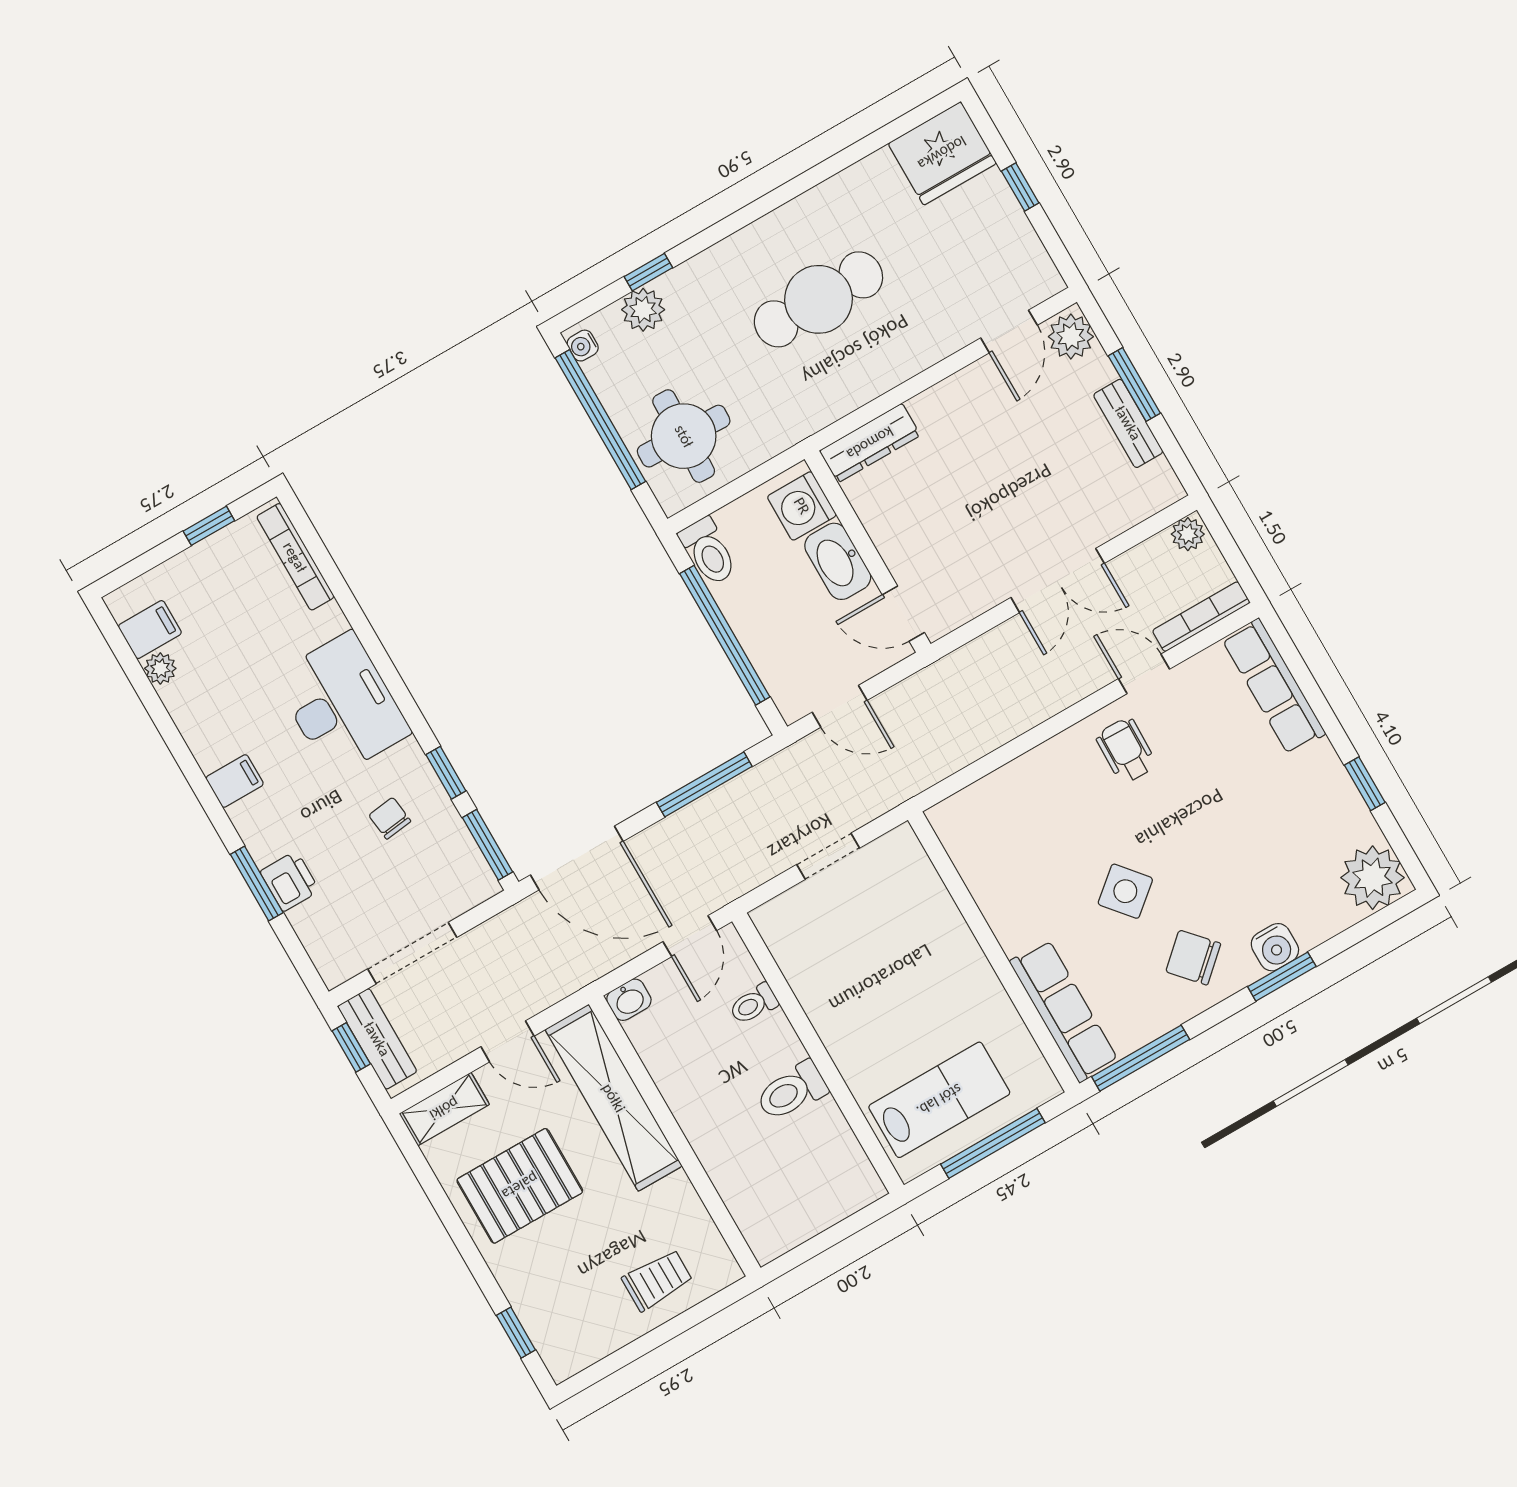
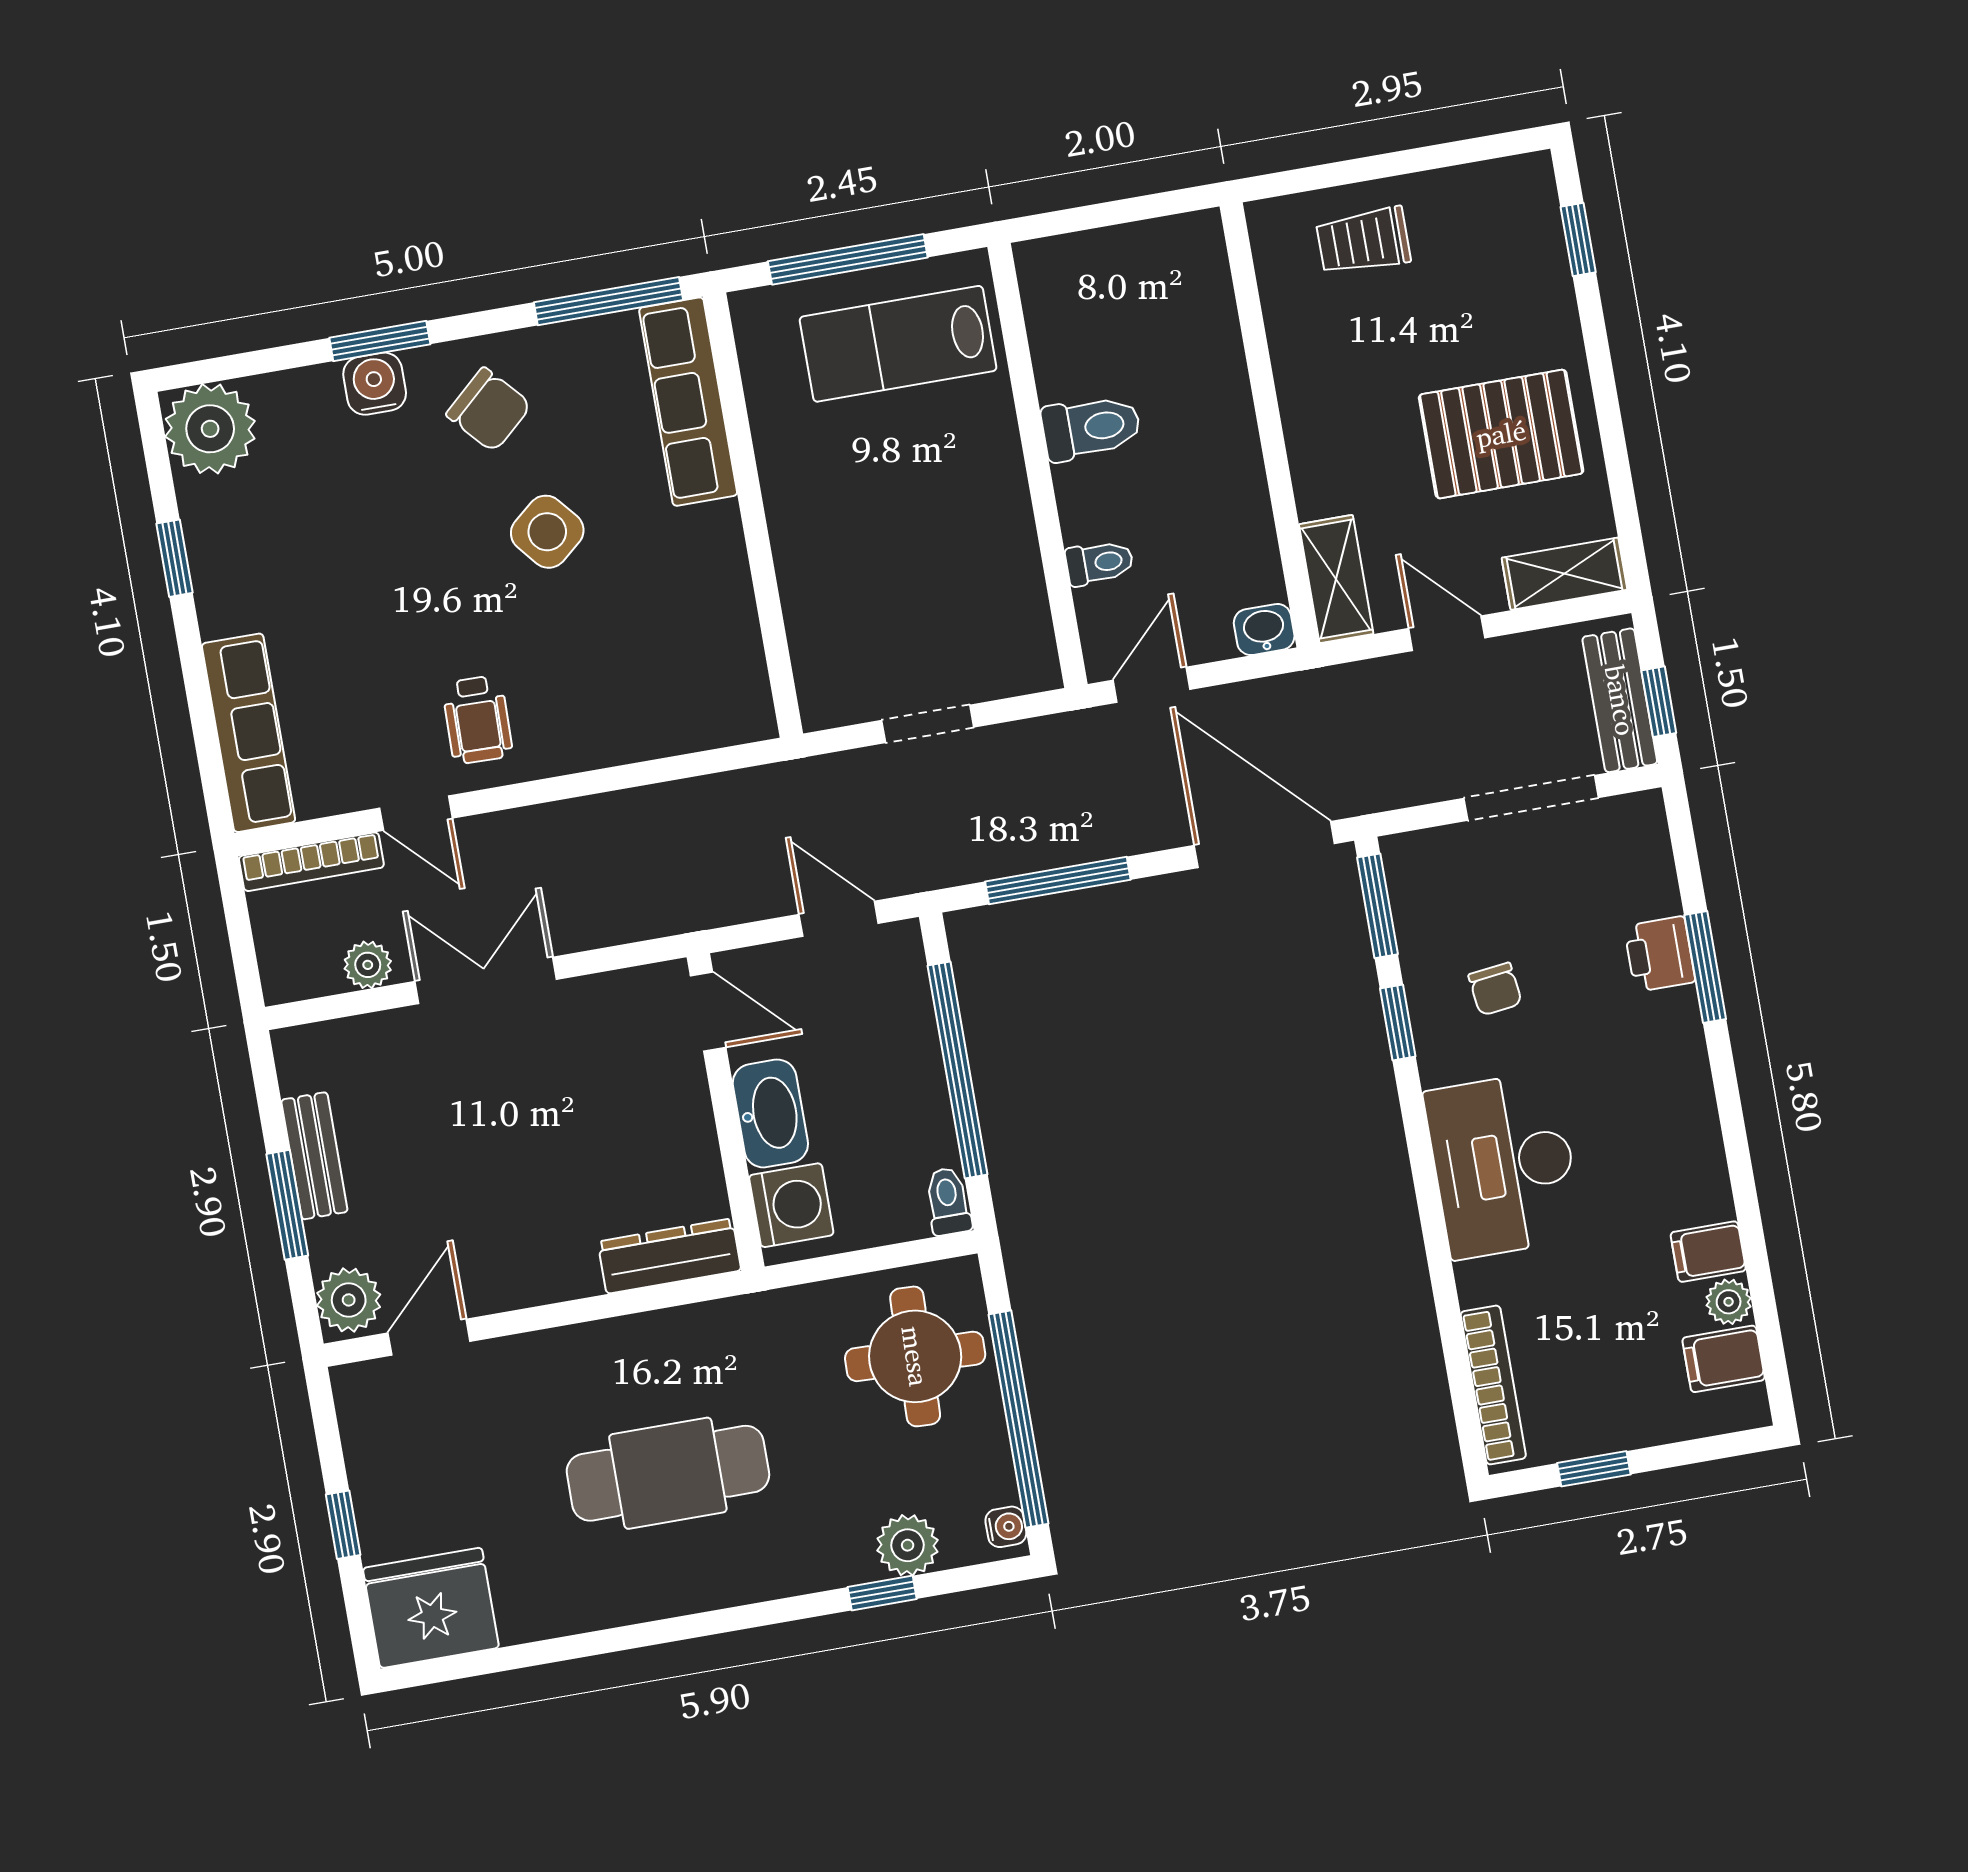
plant: (1188, 534) -> (368, 965), moved
toilet: (708, 551) -> (948, 1201), width x0.73, depth x0.72
filing cabinet: (235, 781) -> (1708, 1252), moved
shelving: (614, 1098) -> (1336, 579), width x0.45, depth x0.75

